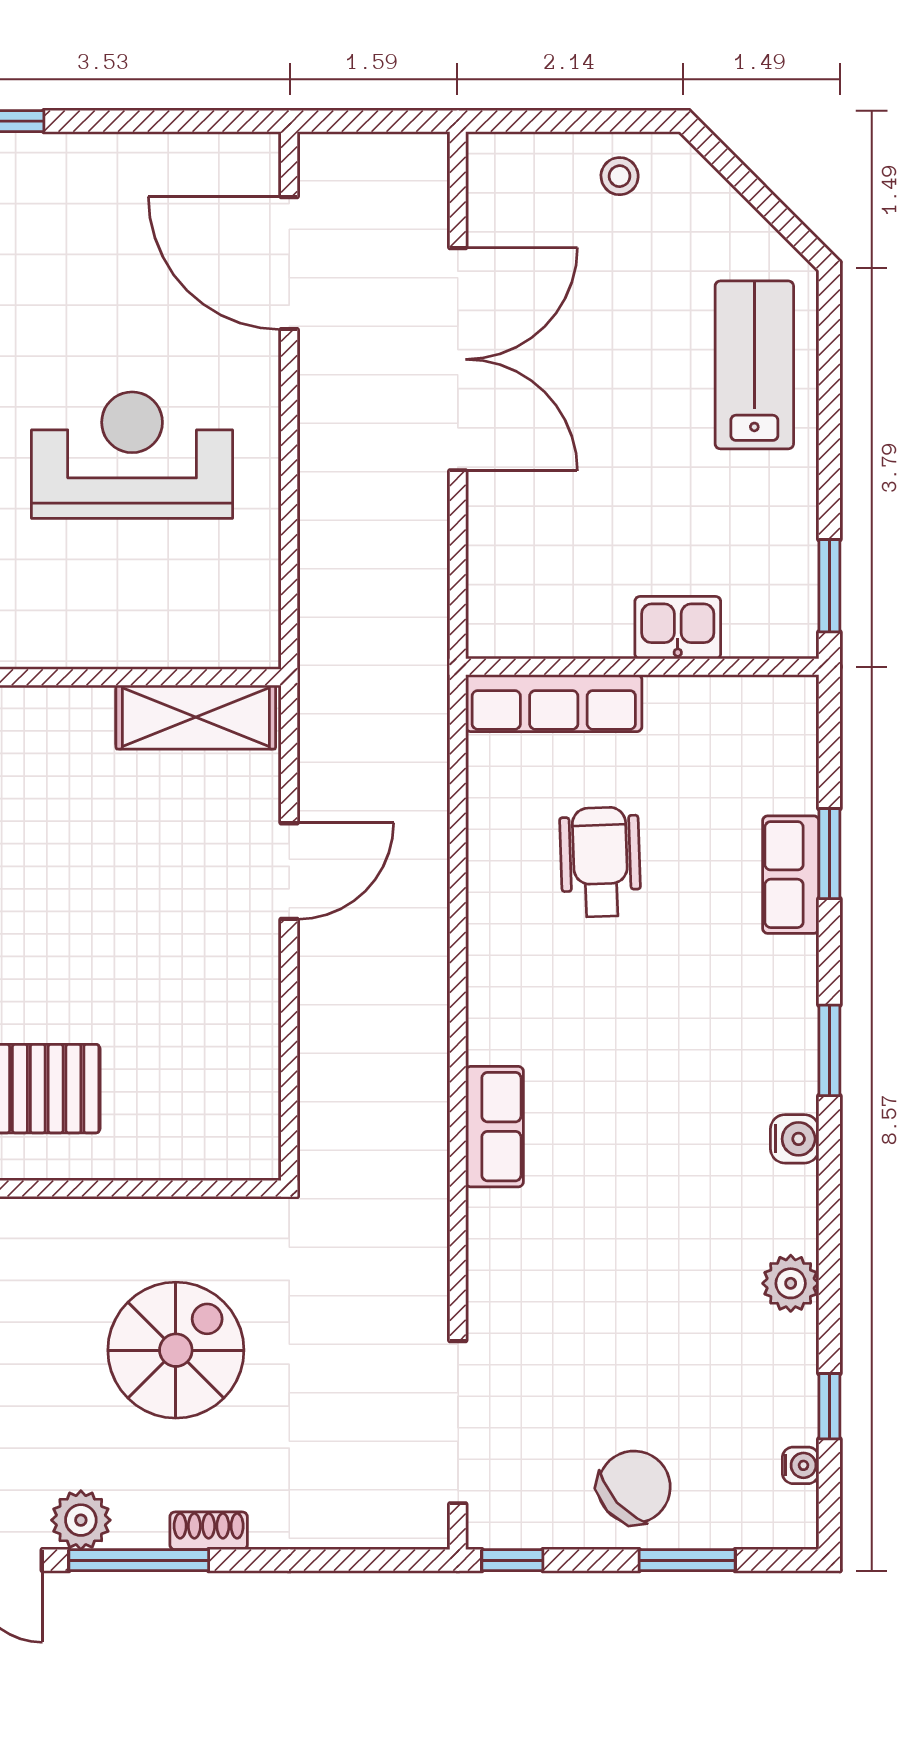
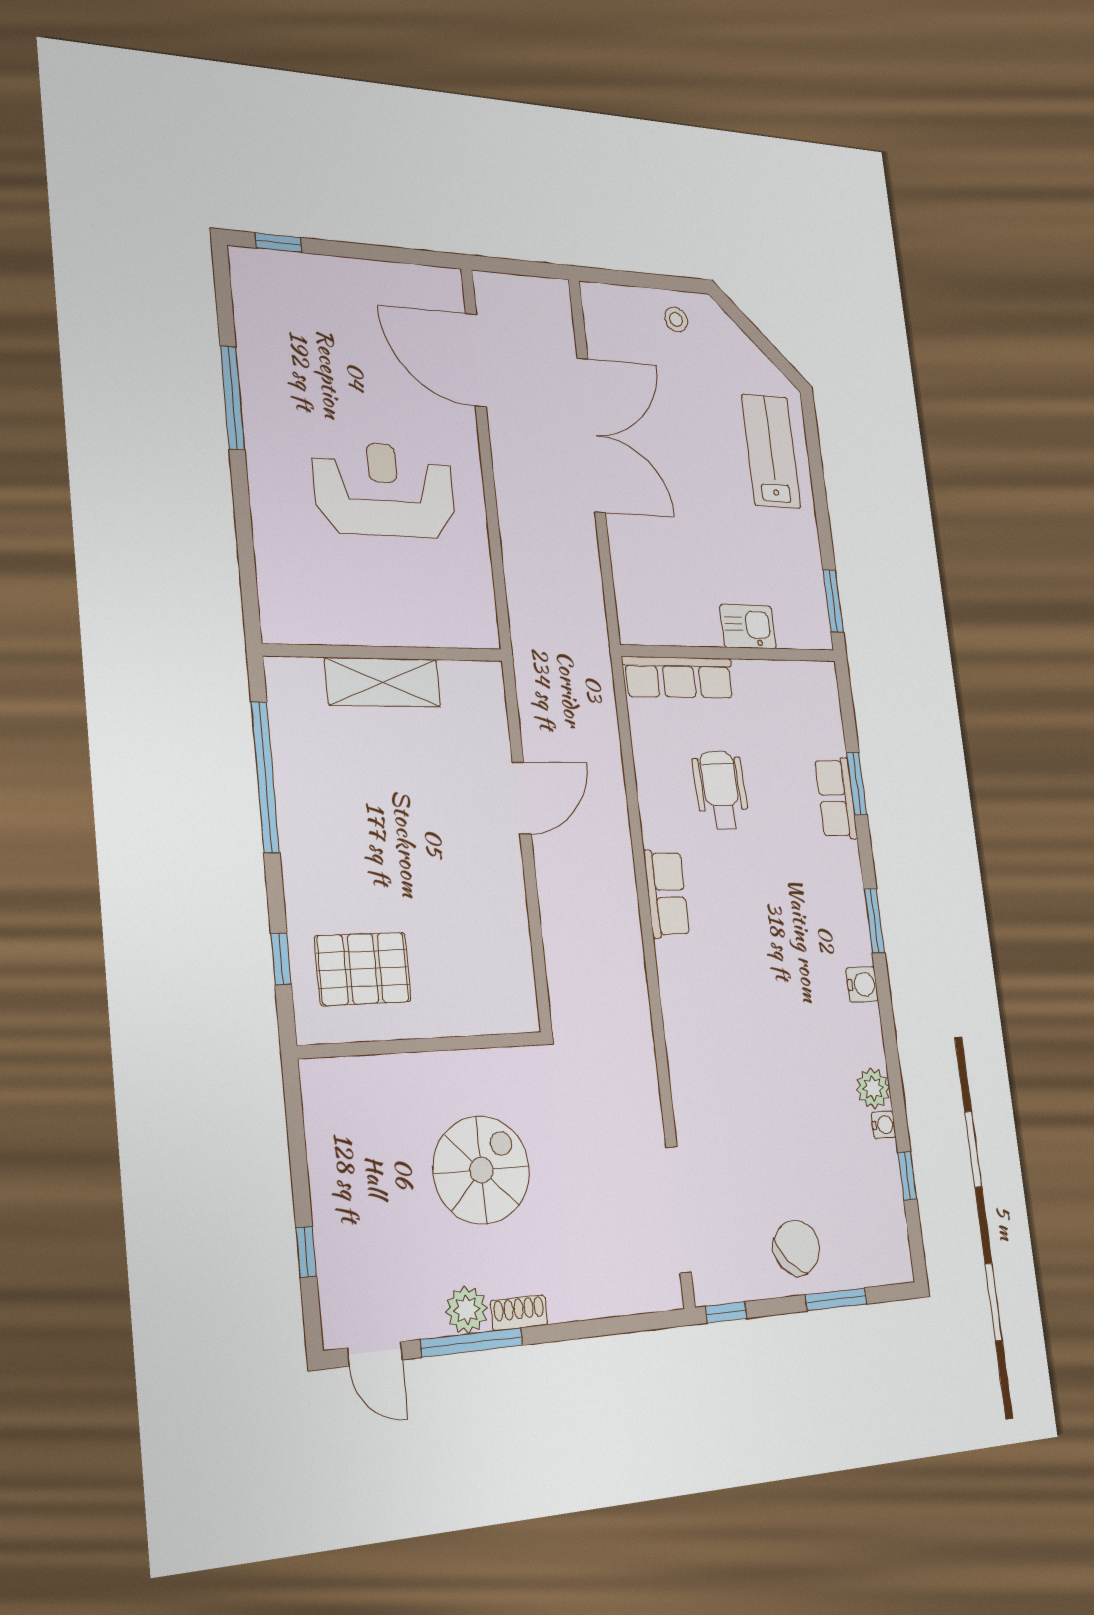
shelving: (196, 717) -> (383, 682), moved
row of seats: (495, 1127) -> (666, 894), moved
water cooler: (801, 1465) -> (884, 1125), moved
plant: (81, 1520) -> (467, 1310), moved

